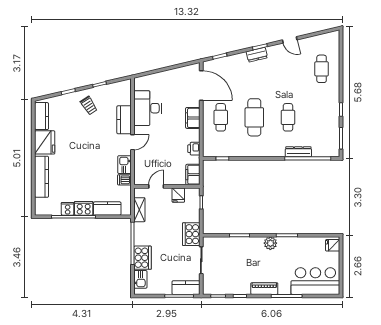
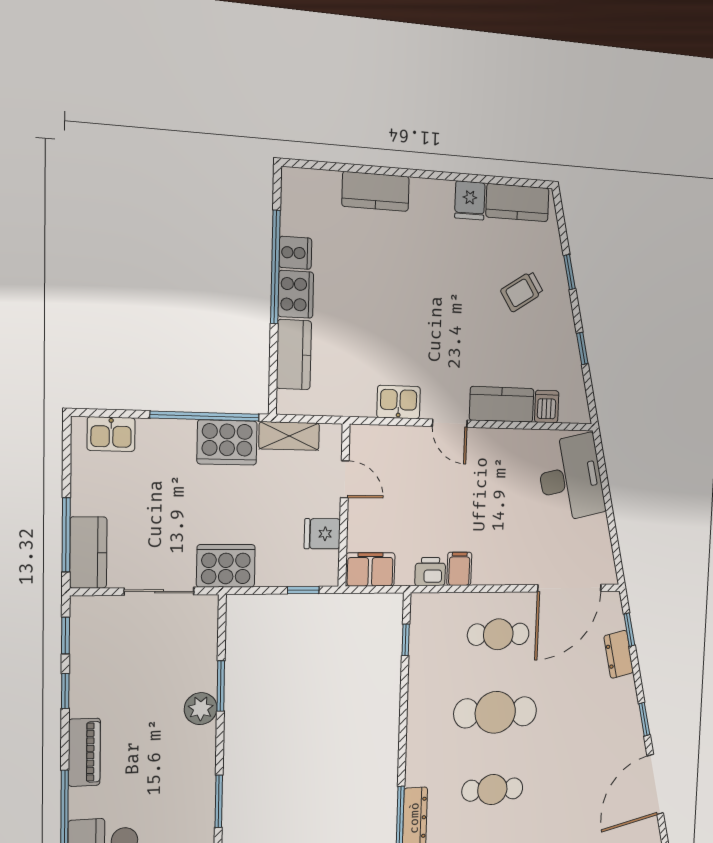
door: (290, 40) -> (655, 785), width x1.87
dresser: (257, 55) -> (619, 654), moved
trolley: (89, 105) -> (522, 291), moved
desk: (148, 108) -> (571, 478), moved, turned 77
filing cabinet: (193, 118) -> (459, 569), moved, width x0.50
fridge: (45, 142) -> (470, 200), width x0.53, depth x0.75
kitchen counter: (42, 177) -> (376, 191), width x0.67
dishwasher: (124, 180) -> (547, 407), moved
plant: (270, 243) -> (201, 709), moved
cooker: (142, 258) -> (227, 442), moved

